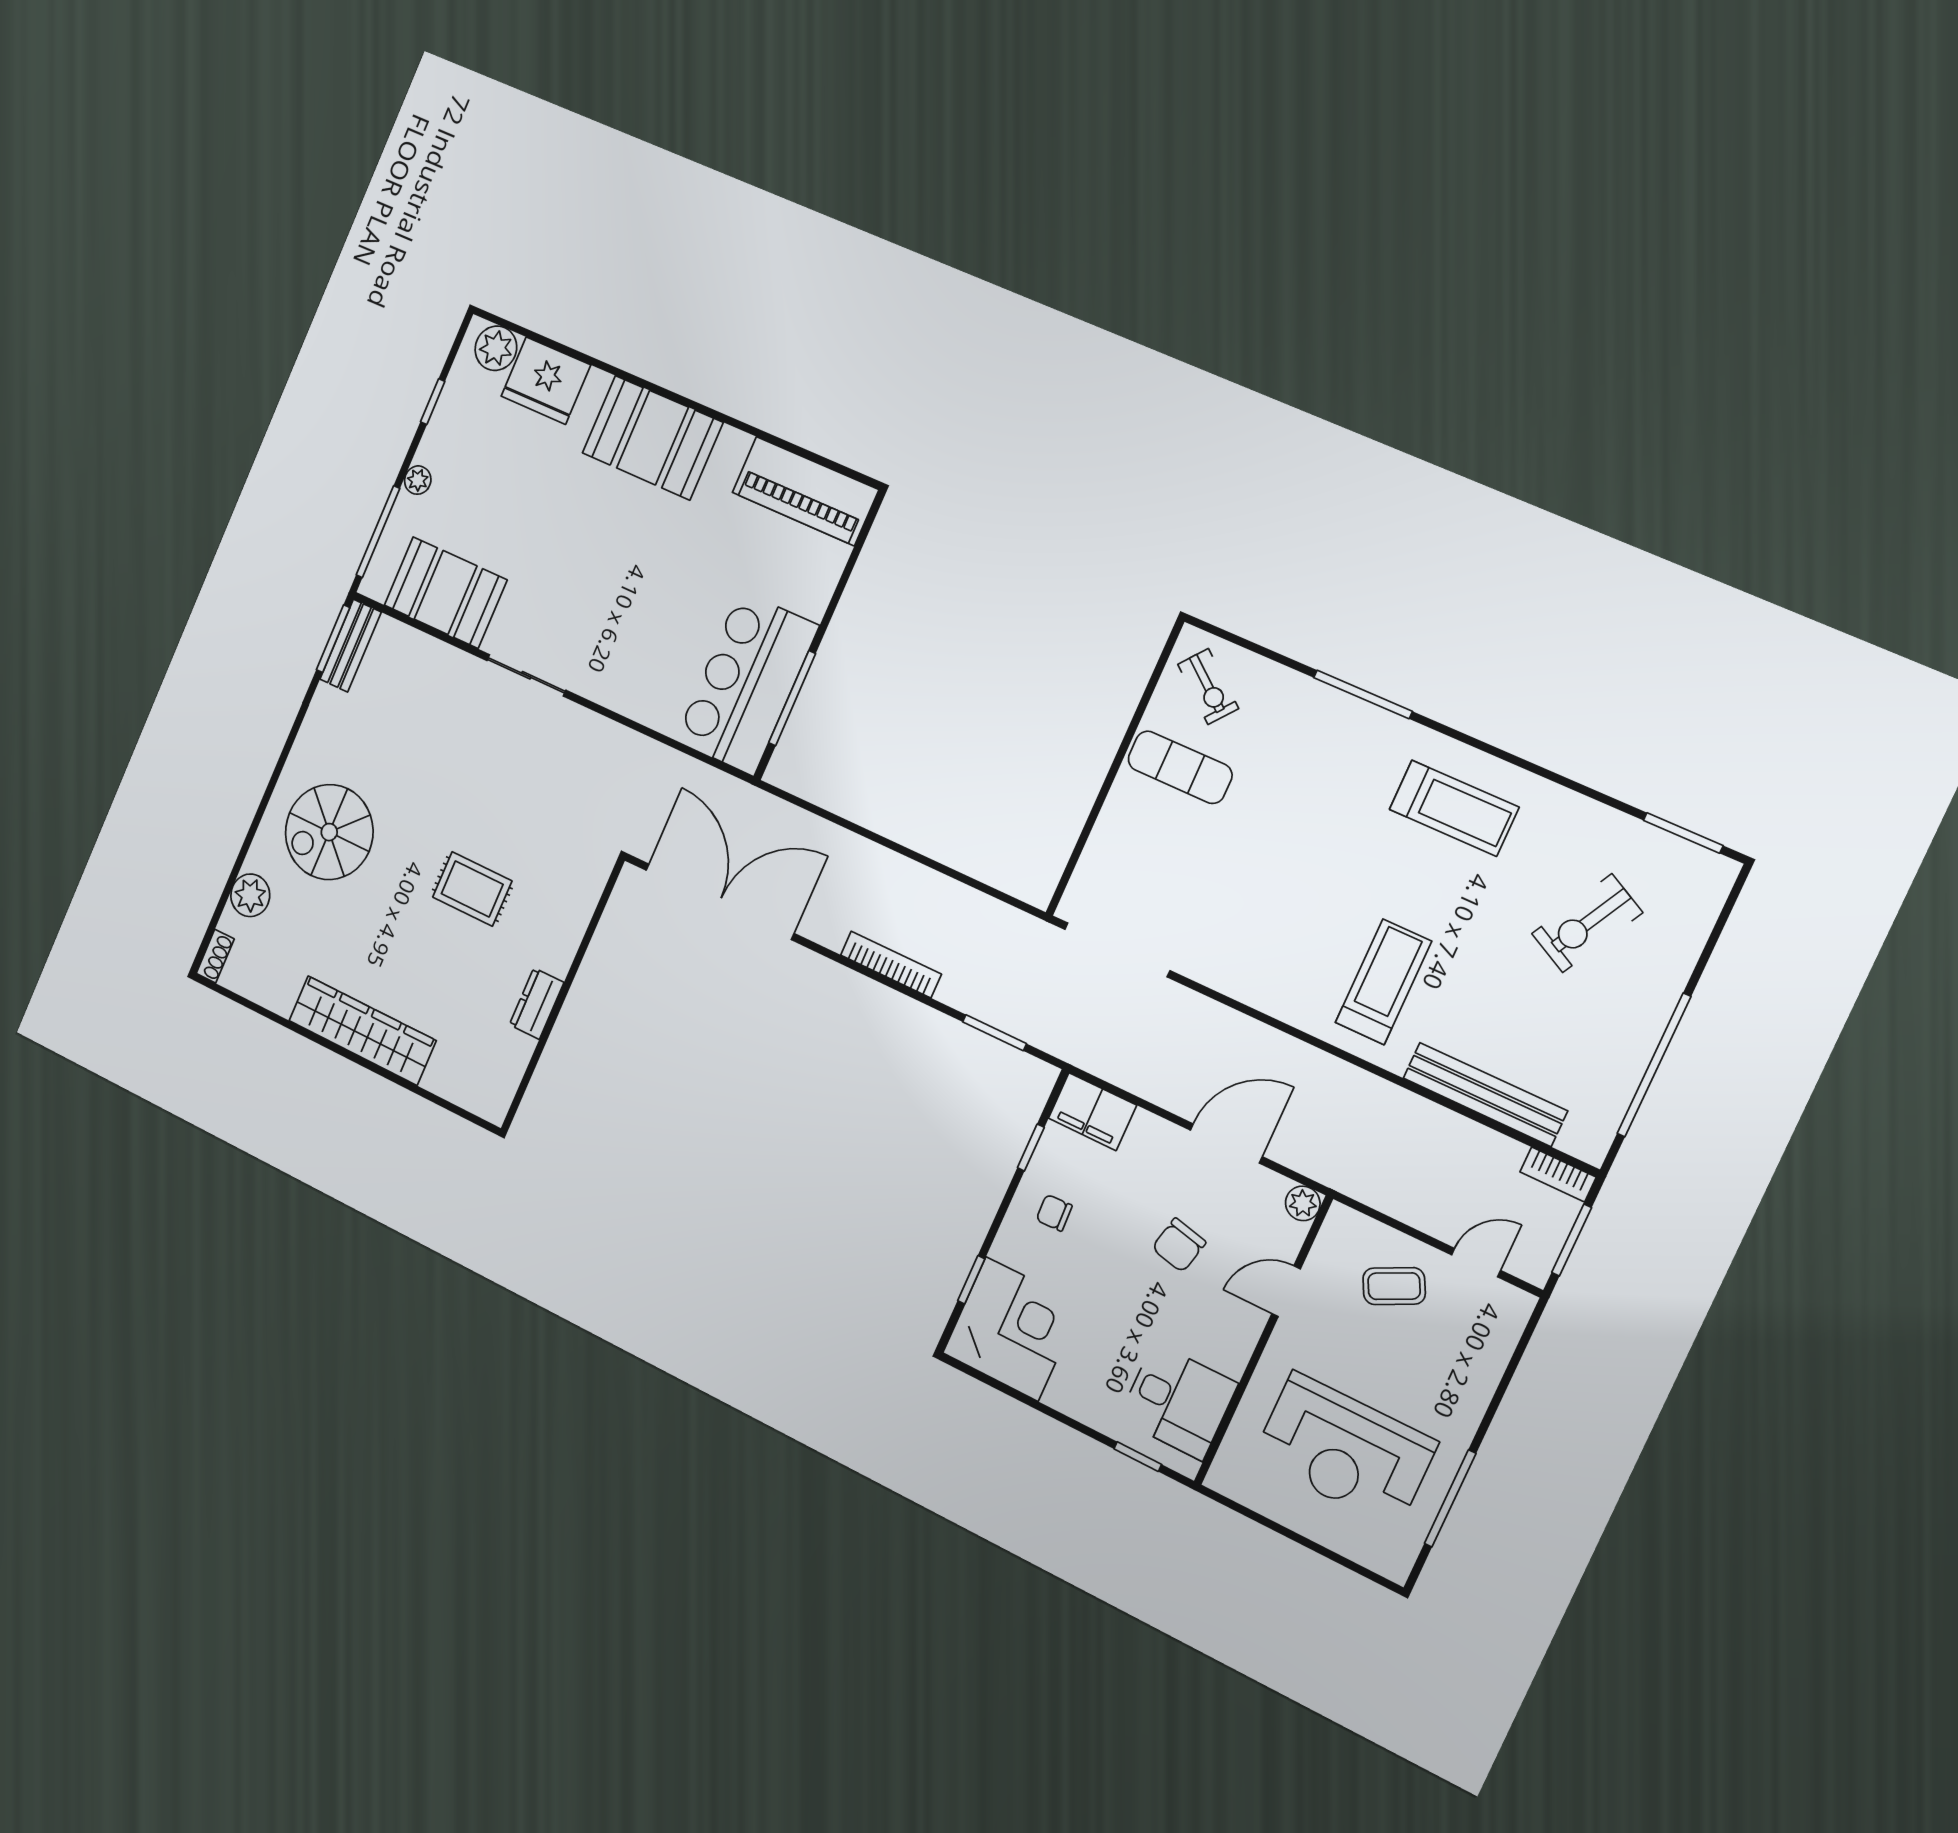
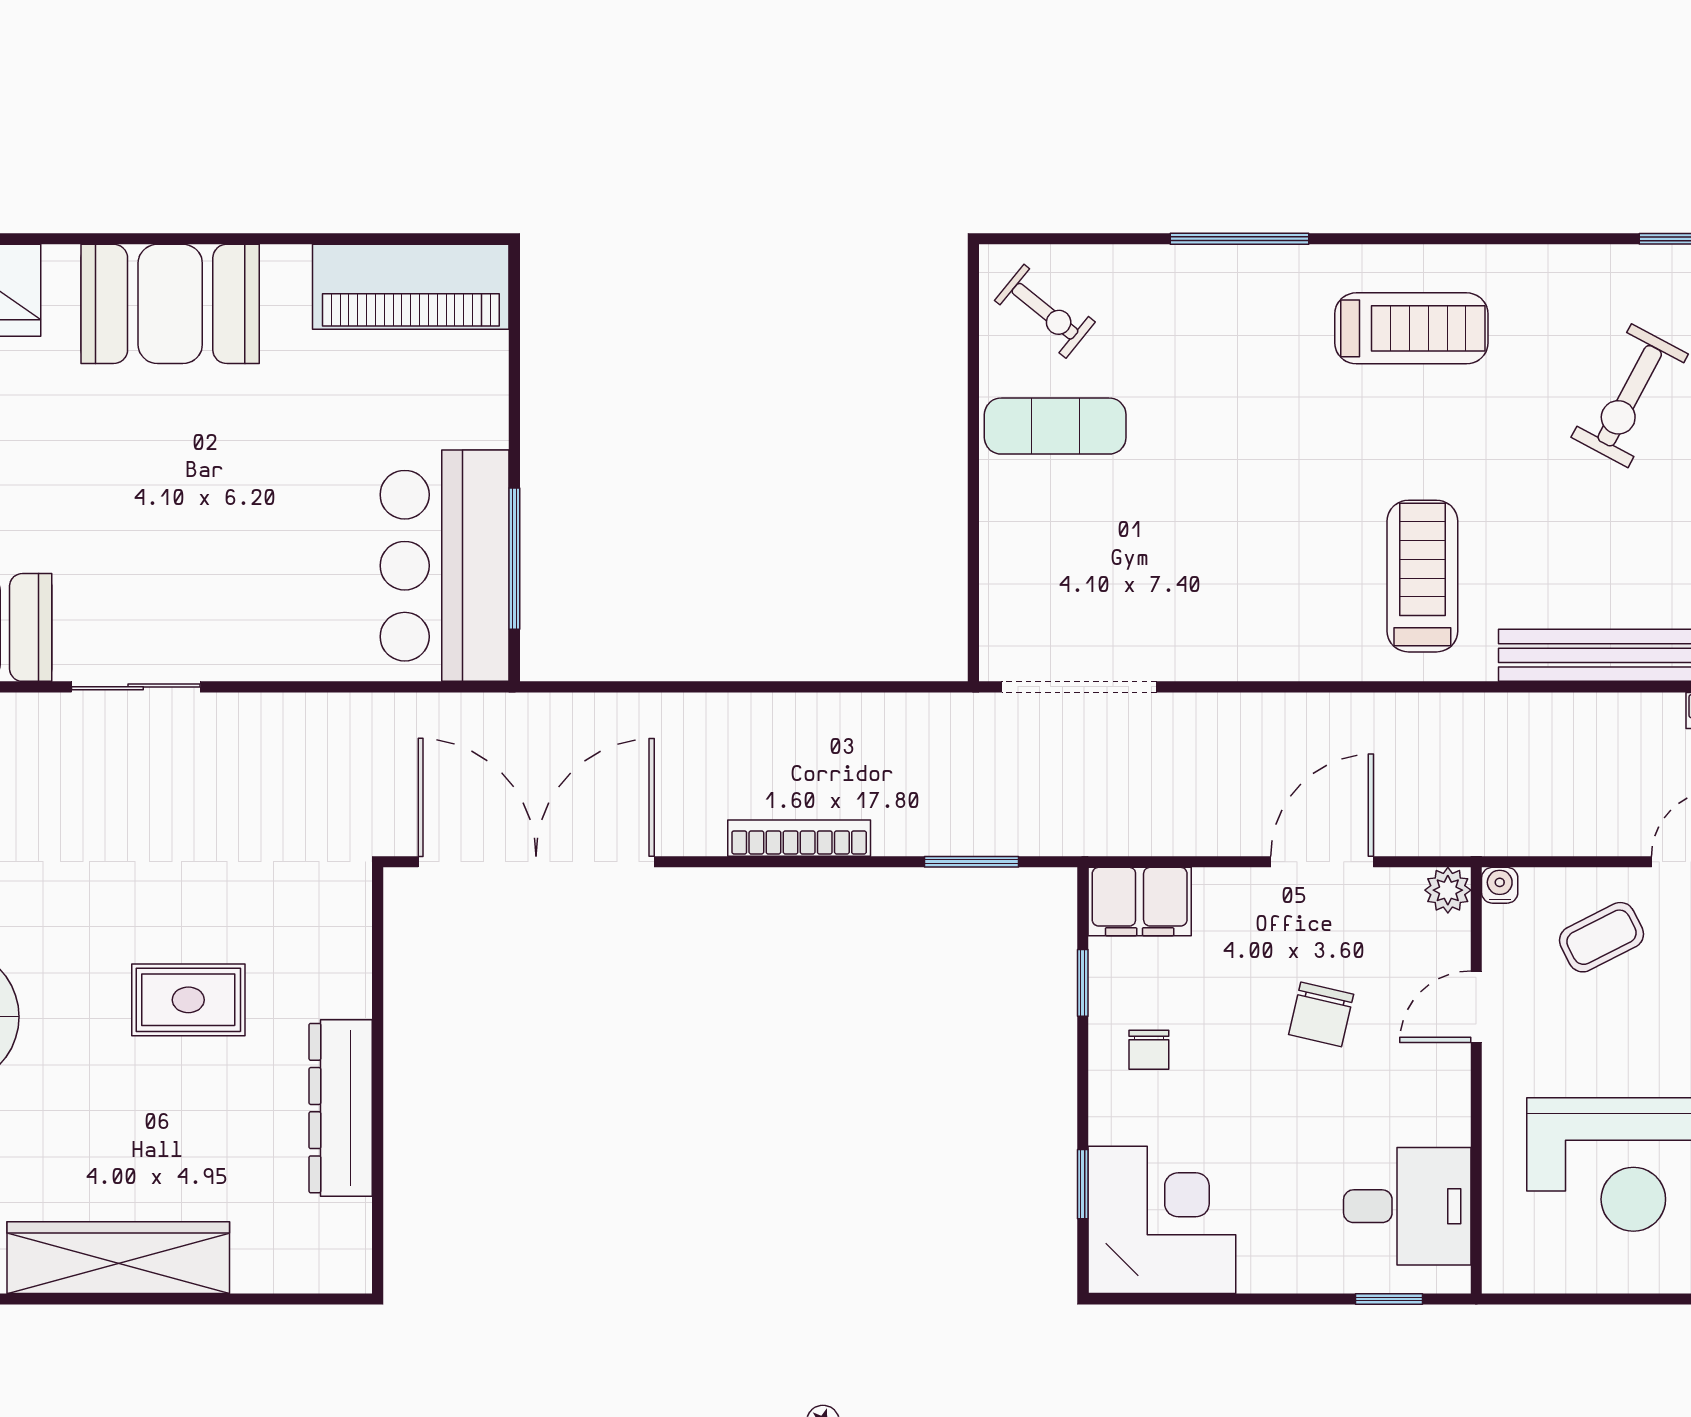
dresser: (537, 1004) -> (341, 1108), width x1.96, depth x1.24
chair: (1054, 1213) -> (1149, 1050), turned -88
water cooler: (1340, 1217) -> (1500, 885), added

